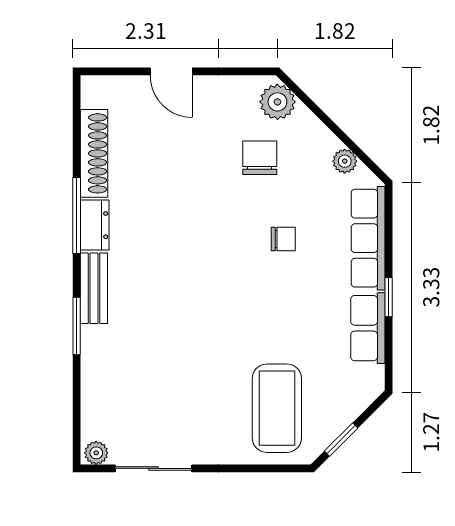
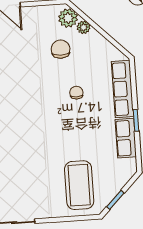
plant: (345, 161) -> (83, 27), moved
chair: (283, 239) -> (76, 93), turned -90

